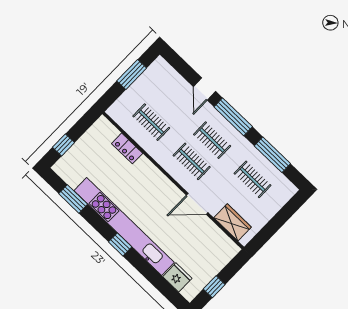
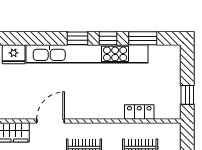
window: (63, 145) -> (187, 95), moved
window: (98, 223) -> (108, 38), added

